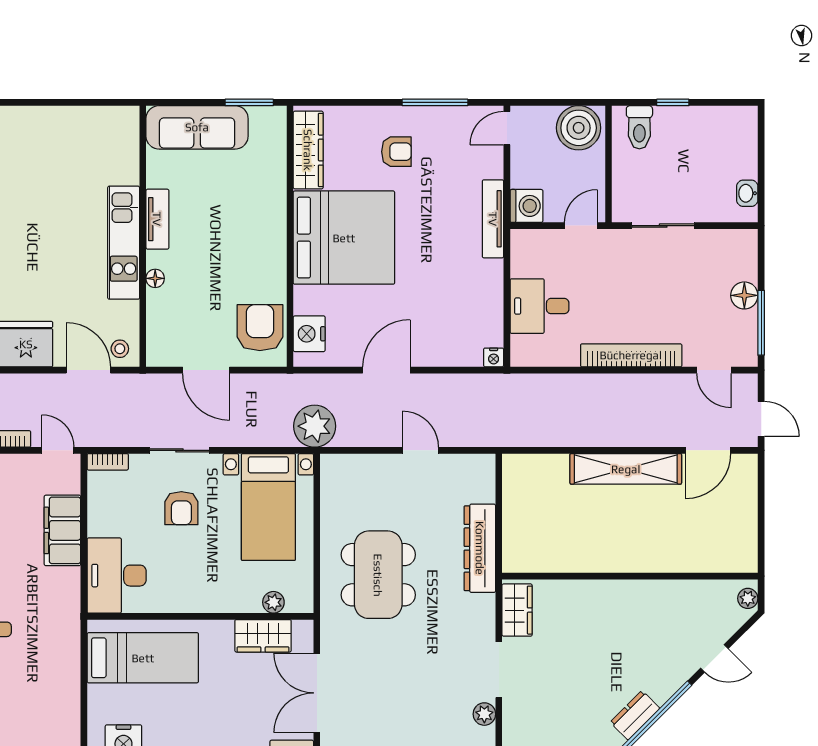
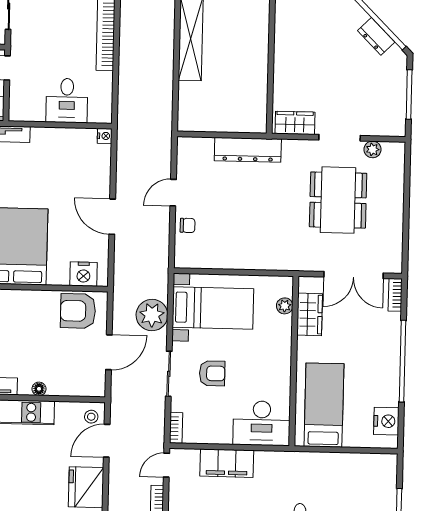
plant: (315, 426) -> (152, 315), moved
chair: (377, 471) -> (188, 225), added
dining table: (378, 575) -> (338, 200), moved, turned 90

